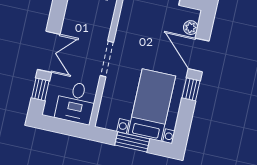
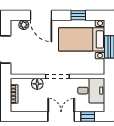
floor lamp: (103, 28) -> (37, 84), added
door: (199, 55) -> (41, 15), hinge flipped
window: (191, 89) -> (78, 15), moved

